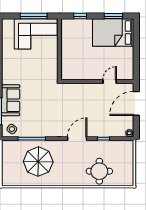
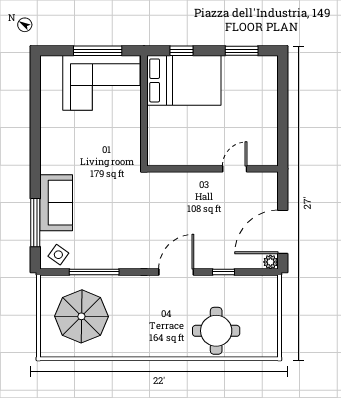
bed: (113, 32) -> (184, 80), moved, turned 180
door: (136, 103) -> (283, 232), moved
parasol: (38, 162) -> (81, 316), moved

